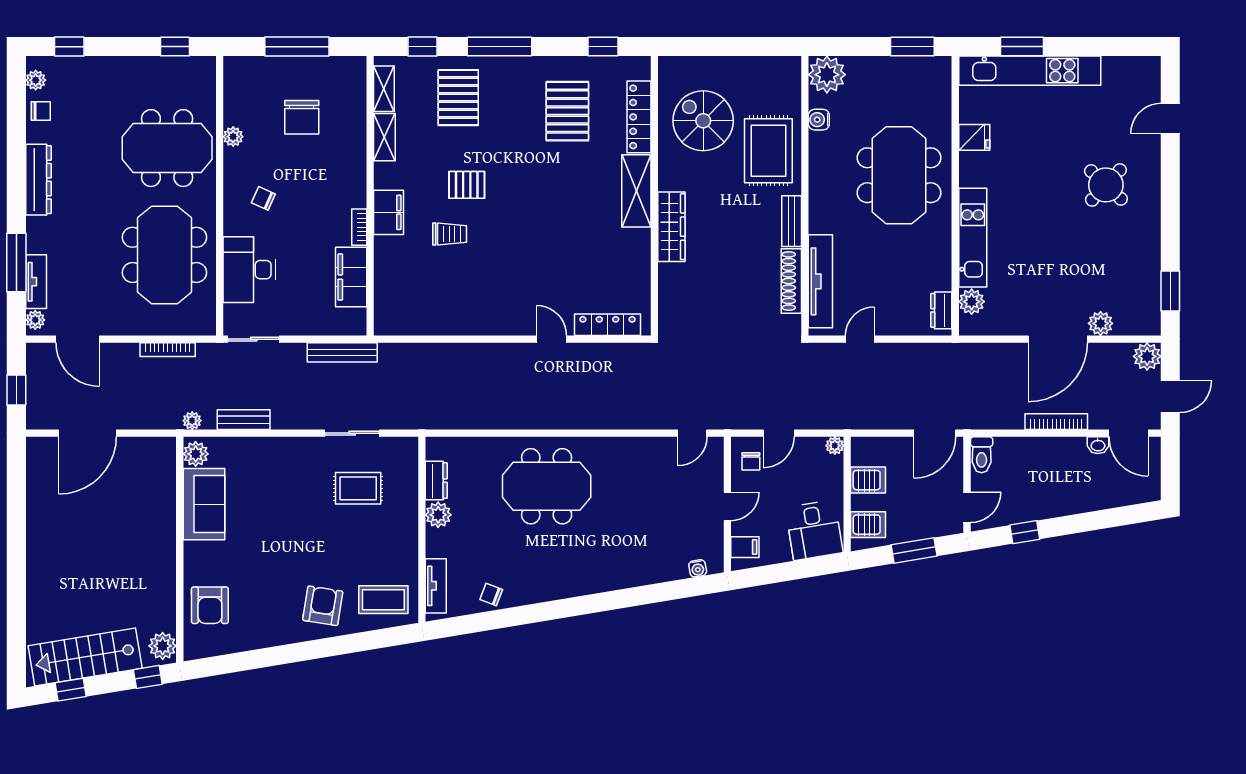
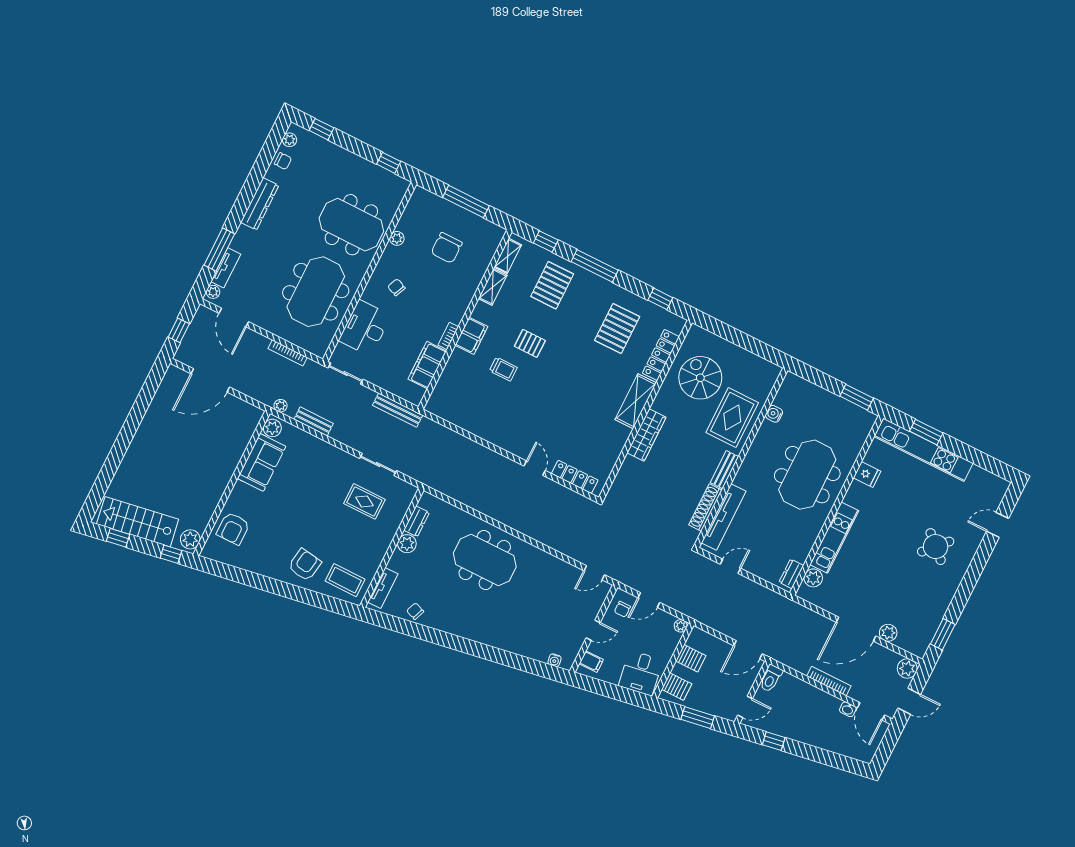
plant: (827, 75) -> (794, 388), removed

